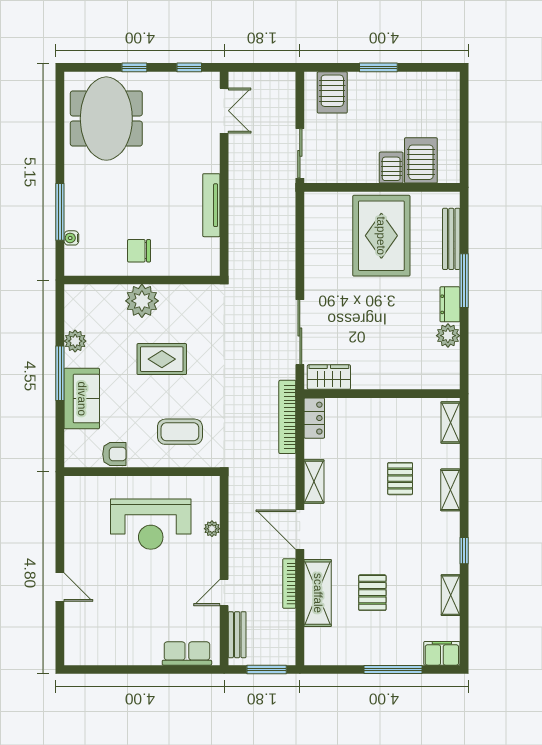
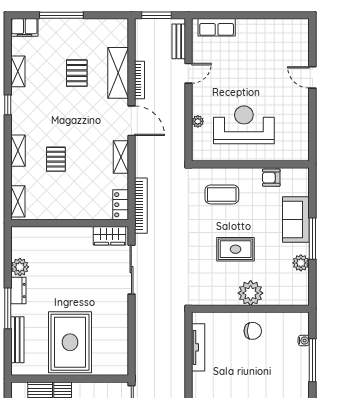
tv unit: (211, 205) -> (198, 347), moved

